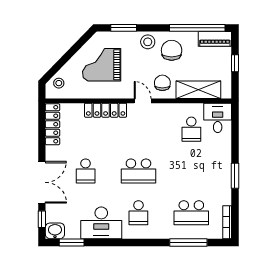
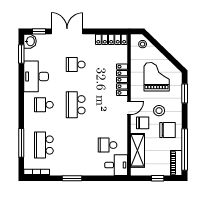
stool: (148, 42) -> (159, 111), moved
double door: (42, 182) -> (67, 31), swing flipped

